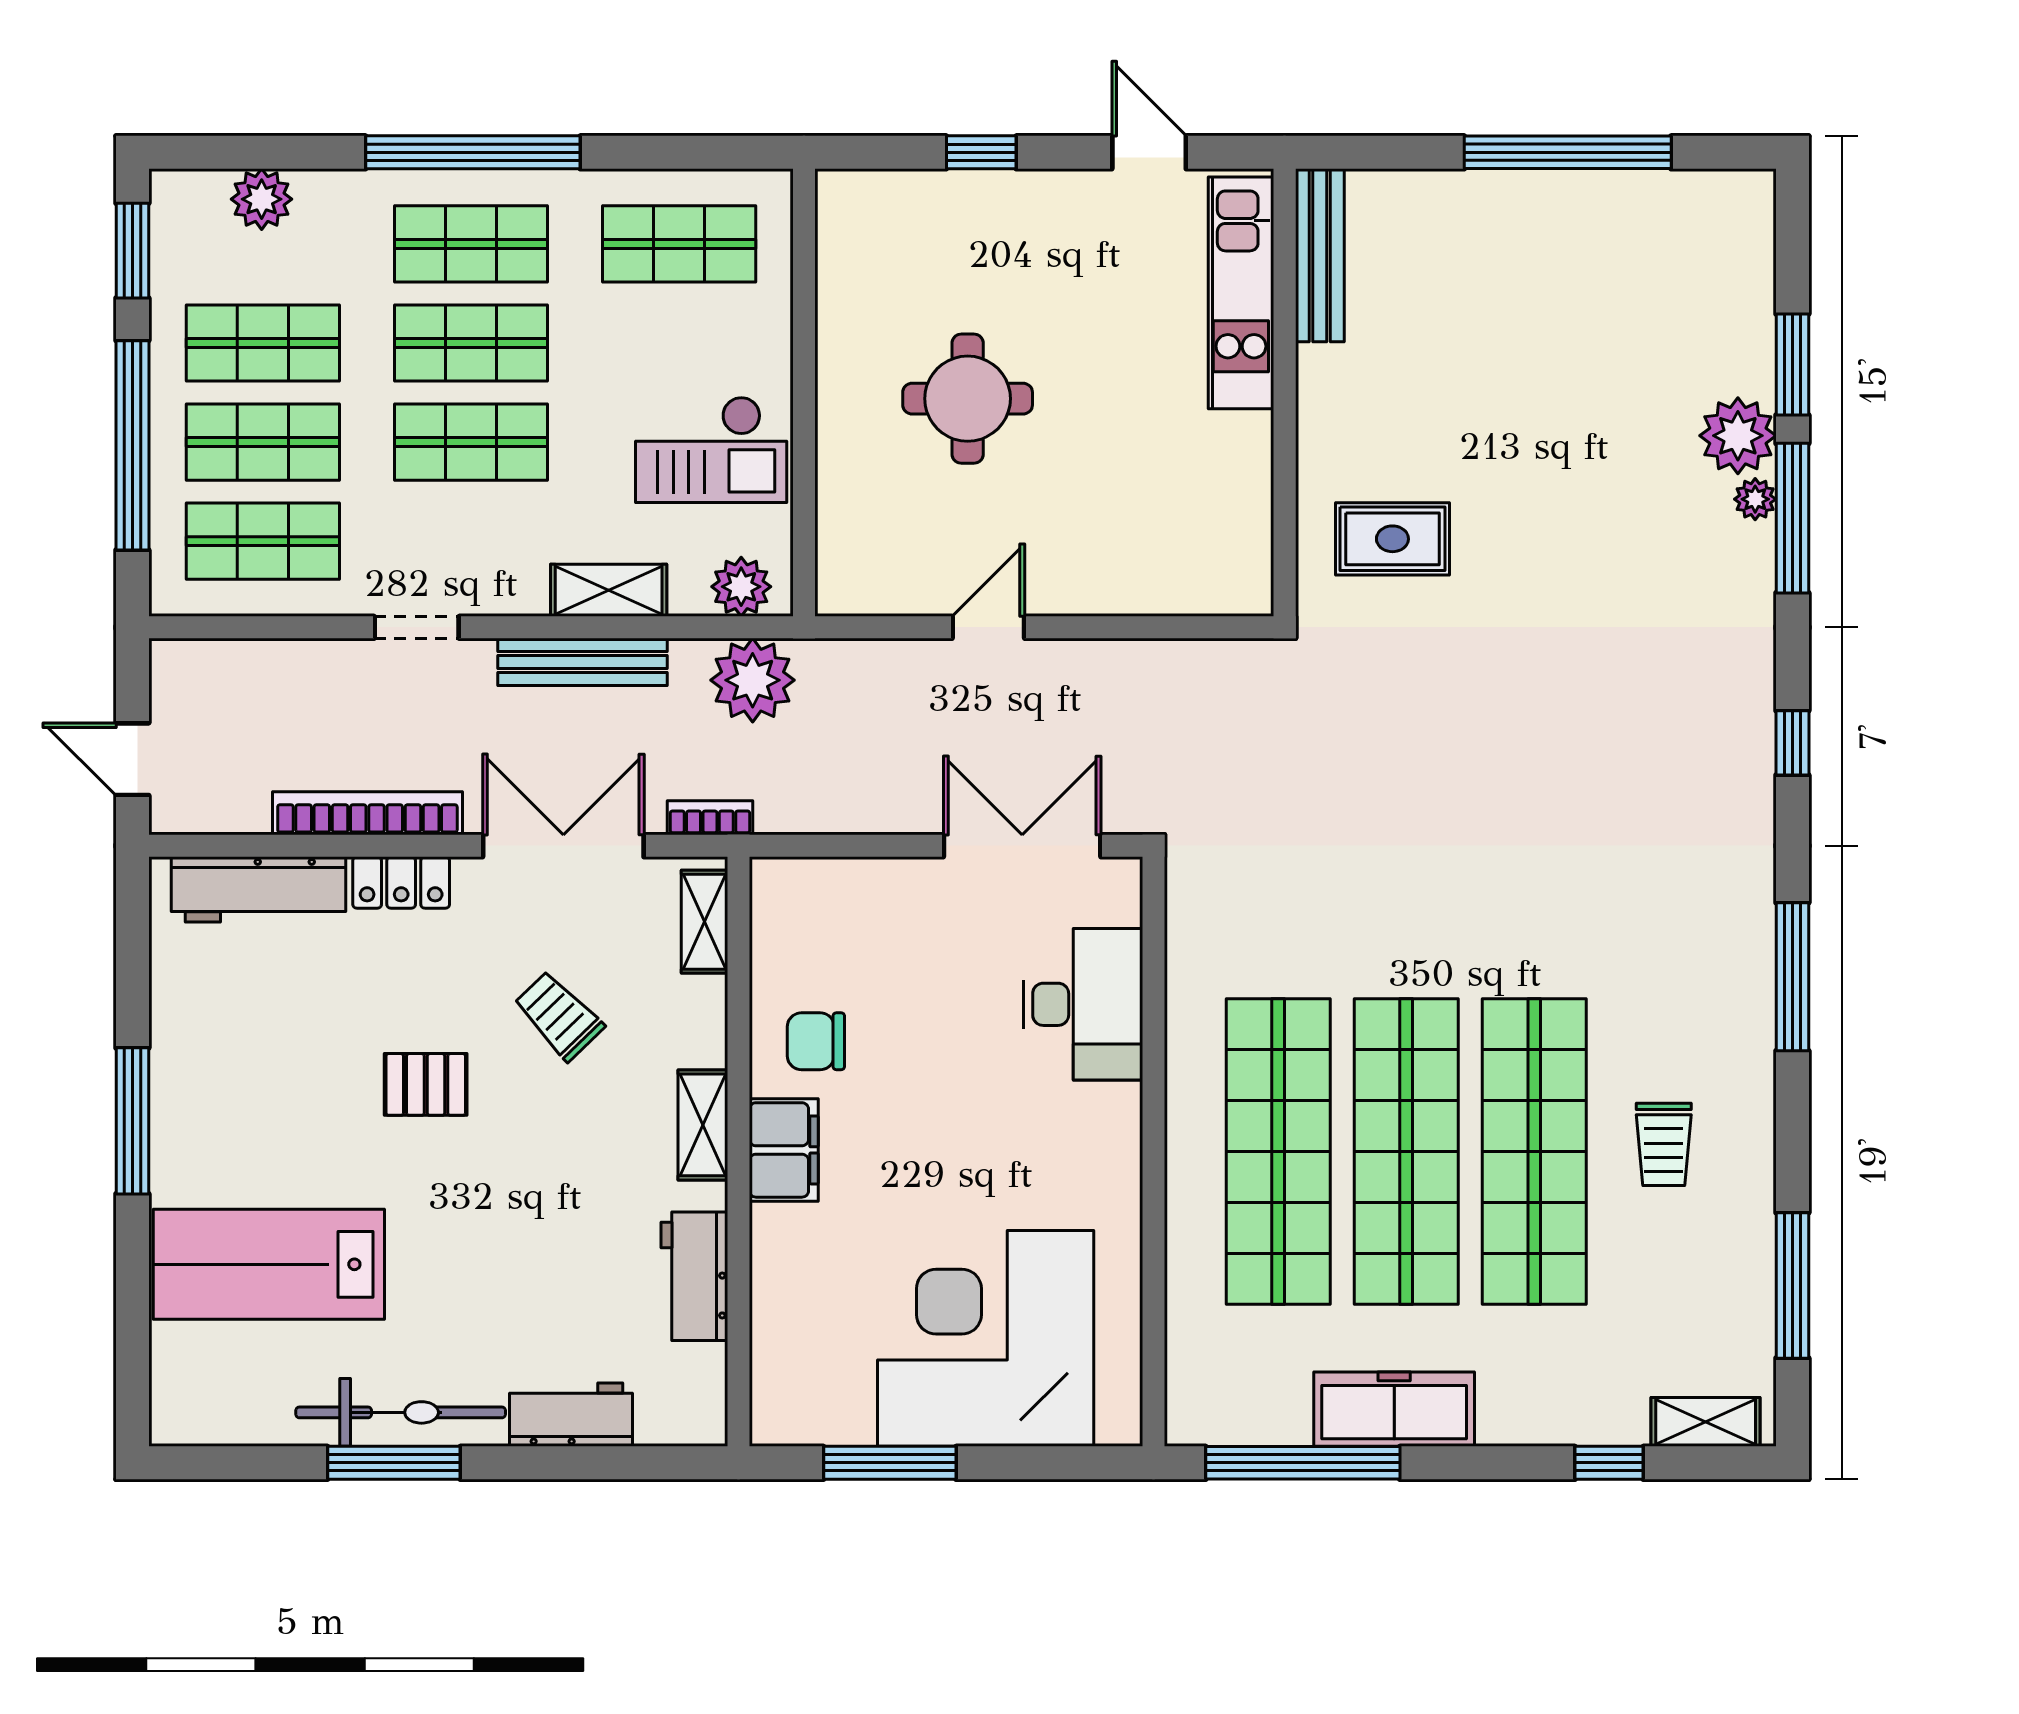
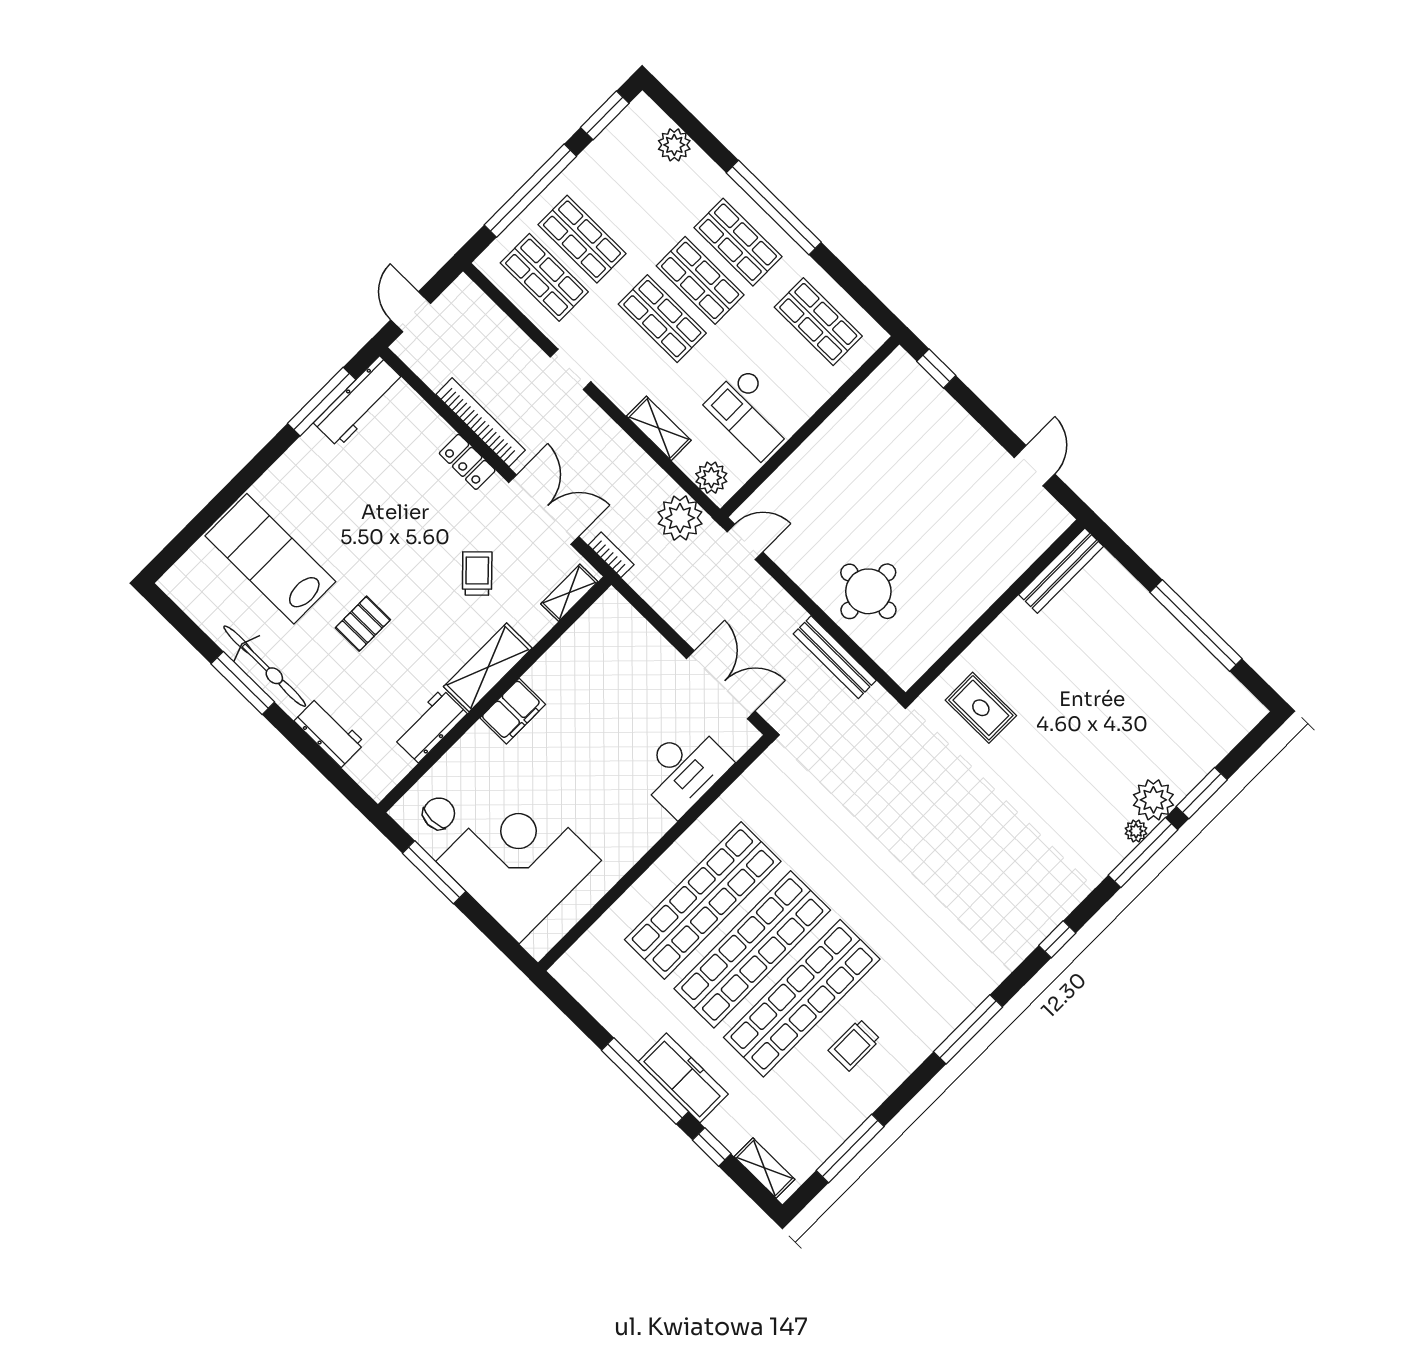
window: (981, 152) -> (936, 368), moved
kitchen unit: (1241, 293) -> (1016, 555), removed
shop shelf: (263, 343) -> (620, 201), removed
round table: (968, 399) -> (868, 591), moved
door: (988, 627) -> (745, 542), moved
bench: (582, 662) -> (835, 657), moved
workbench: (259, 889) -> (359, 402), moved, turned -90
chair: (816, 1041) -> (439, 813), moved, turned 90
pallet: (426, 1084) -> (363, 624), moved, turned 90
window: (132, 1121) -> (322, 402), moved
shelving: (703, 1125) -> (488, 667), width x1.50, depth x1.33
freezer: (1394, 1409) -> (683, 1078), moved
window: (1303, 1463) -> (645, 1081), moved

